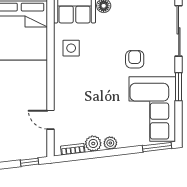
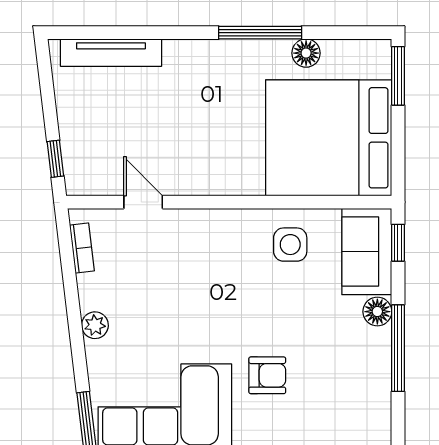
door: (50, 120) -> (143, 202), hinge flipped
plant: (93, 144) -> (94, 290), removed

